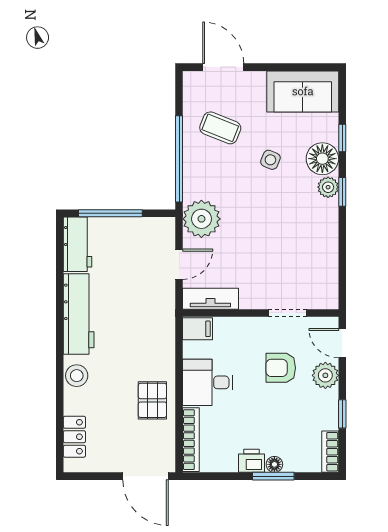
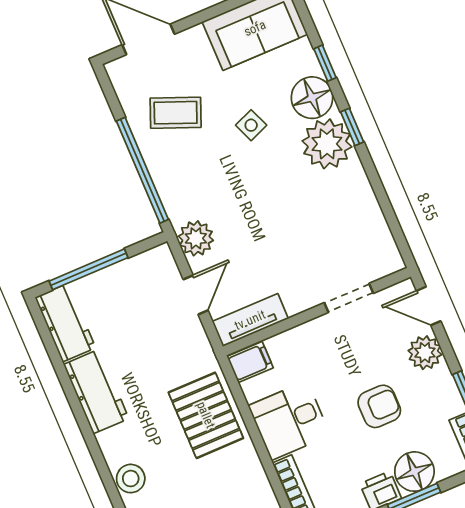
side table: (270, 160) -> (251, 125), turned 45
plant: (328, 187) -> (327, 144), width x1.88, depth x1.88
plant: (201, 219) -> (196, 238), width x0.73, depth x0.73
workbench: (79, 314) -> (96, 391), width x0.73
armchair: (281, 368) -> (379, 406), moved, turned 180
pallet: (152, 400) -> (206, 415), moved, width x1.50, depth x1.42
floor lamp: (274, 464) -> (414, 472), width x1.89, depth x1.89

